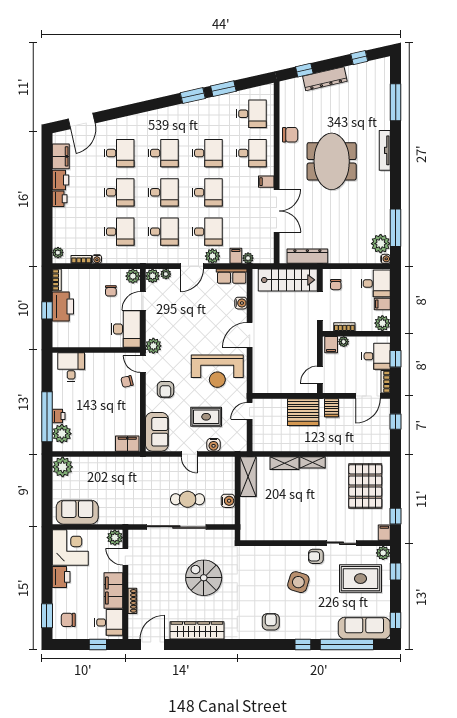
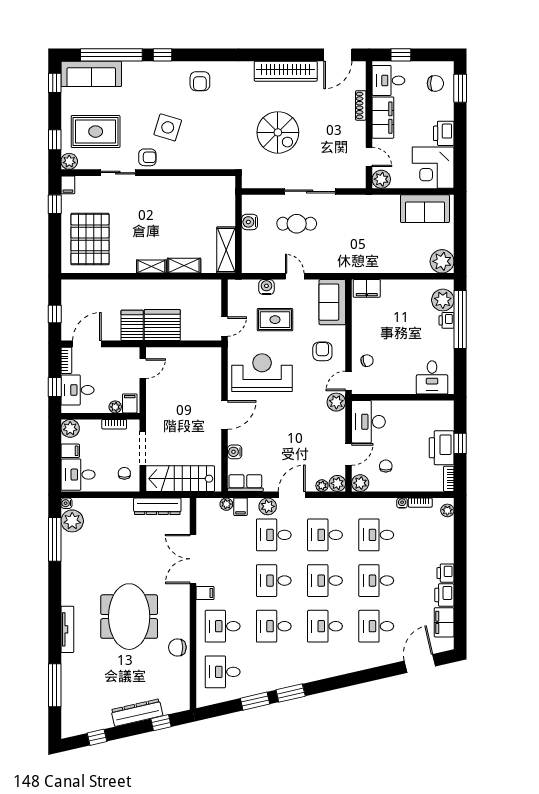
door: (143, 364) -> (349, 381), swing flipped
server rack: (332, 408) -> (132, 325), width x1.36, depth x1.44
sliding door: (176, 527) -> (310, 191), width x0.73

